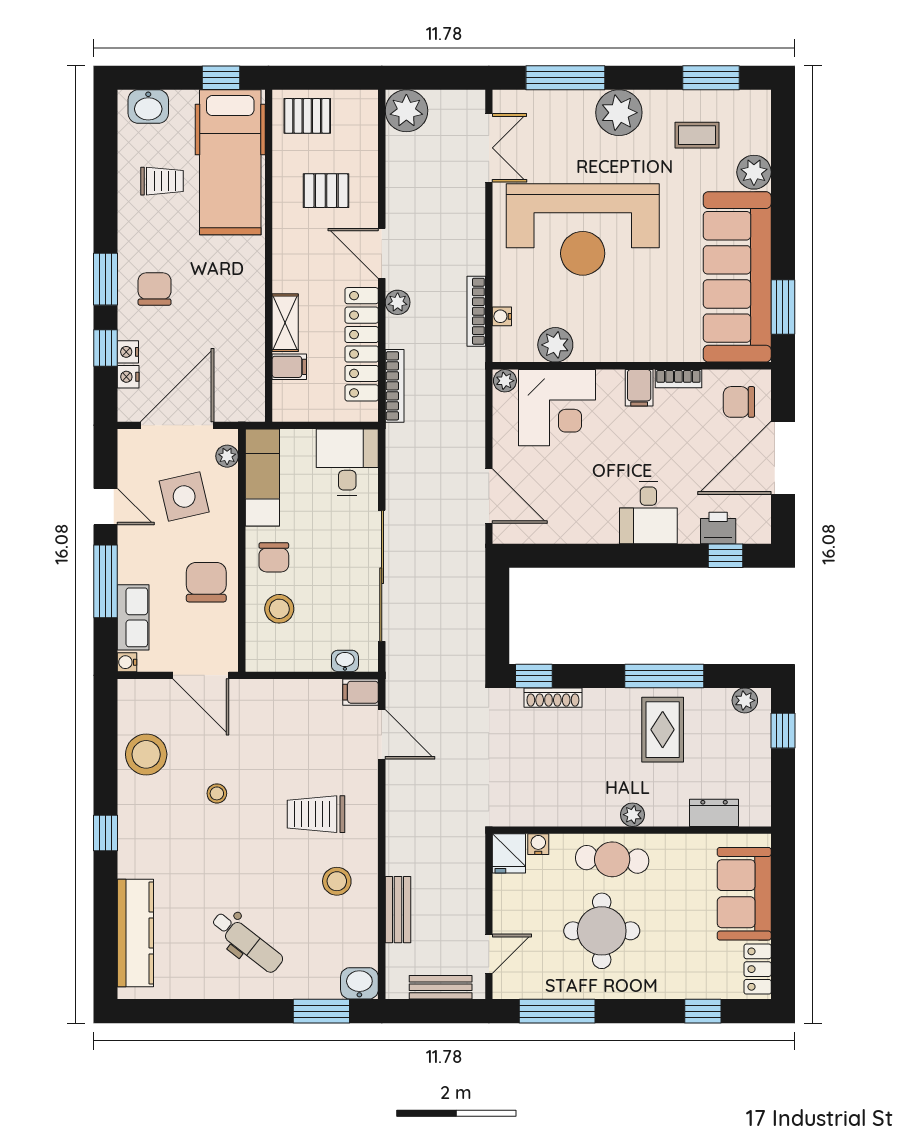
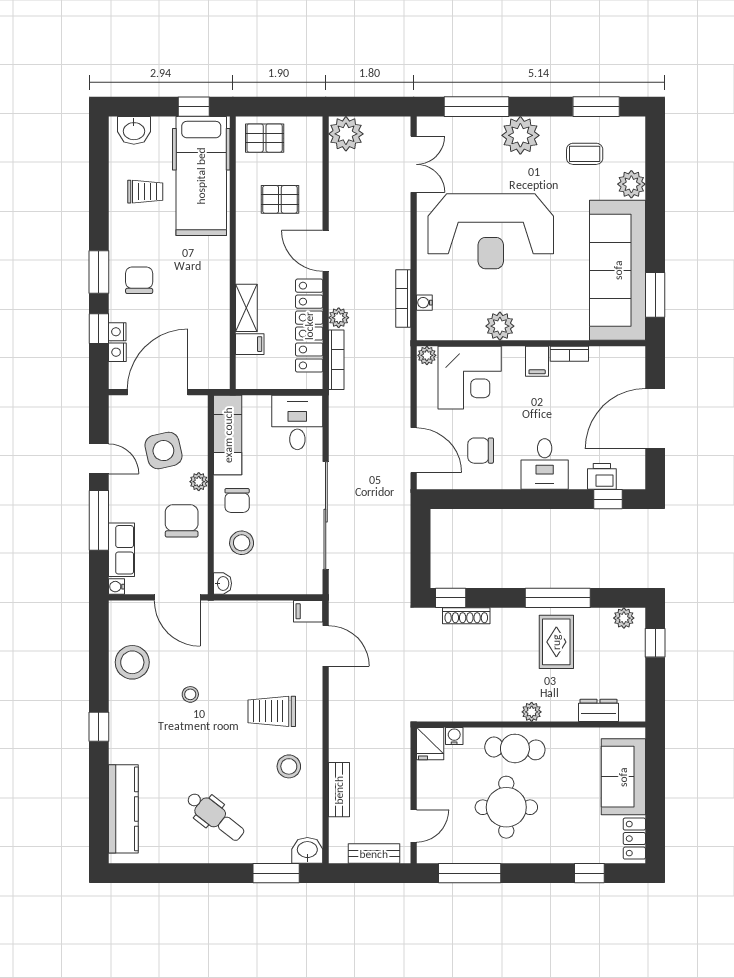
plant: (398, 302) -> (339, 318), moved
plant: (555, 345) -> (500, 326), moved
chair: (739, 402) -> (481, 451), moved
plant: (227, 456) -> (199, 482), moved
washbasin: (345, 661) -> (223, 583), moved, turned 90

